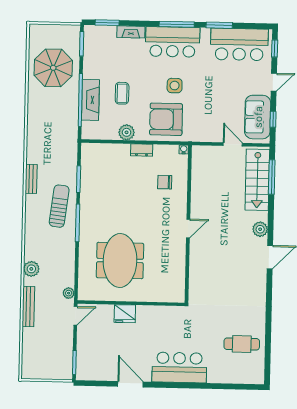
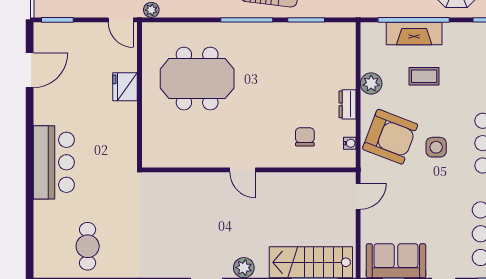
armchair: (166, 119) -> (390, 137), turned 111
door: (233, 144) -> (358, 196), moved
water cooler: (184, 149) -> (350, 143), moved
door: (130, 384) -> (30, 70), moved

